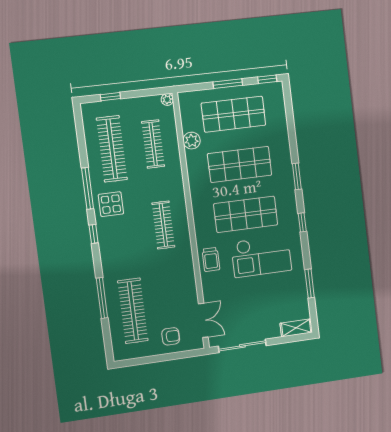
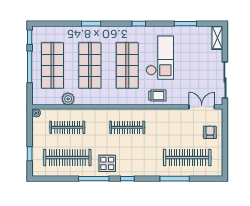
window: (228, 84) -> (30, 67), width x1.44
window: (297, 176) -> (91, 24), moved

